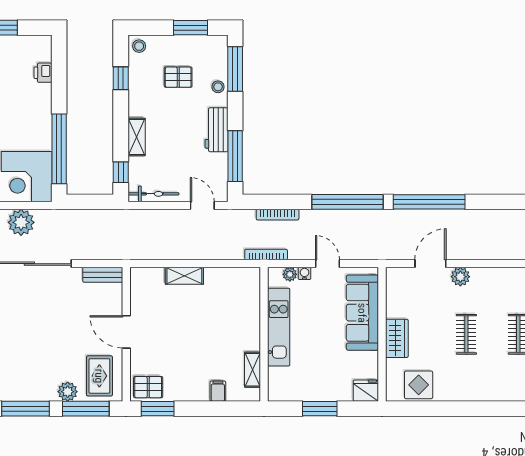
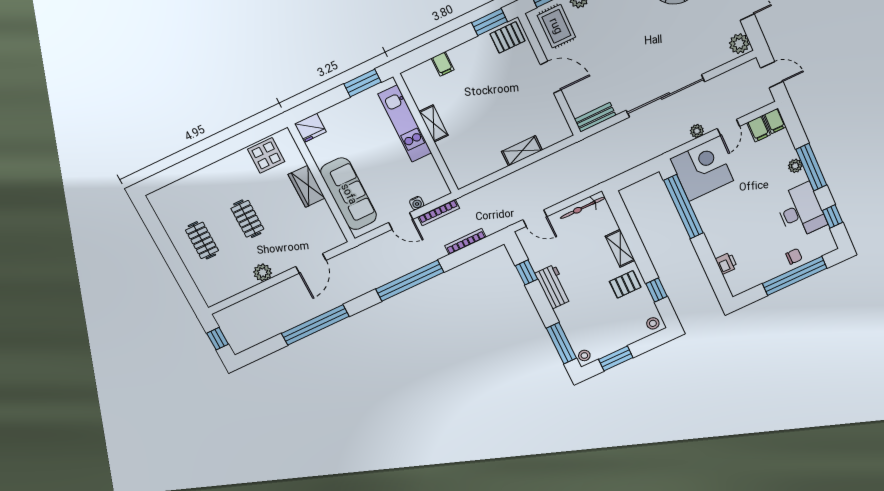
pallet: (178, 77) -> (625, 284), moved
stool: (218, 87) -> (584, 355), moved
window: (235, 156) -> (527, 272), width x0.46
window: (121, 172) -> (620, 212), removed
window: (429, 202) -> (315, 325), moved
plant: (21, 222) -> (697, 131), width x0.53, depth x0.53
bookcase: (266, 255) -> (439, 213), moved
plant: (290, 274) -> (429, 196), removed
plant: (460, 277) -> (263, 273), moved
kitchen unit: (279, 327) -> (405, 124), moved
shelving: (253, 370) -> (434, 123), moved
window: (320, 409) -> (363, 83), moved

